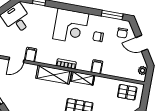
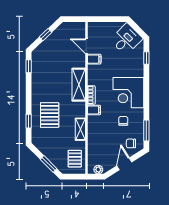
filing cabinet: (97, 67) -> (94, 110), moved
shelving: (83, 78) -> (80, 129), moved

